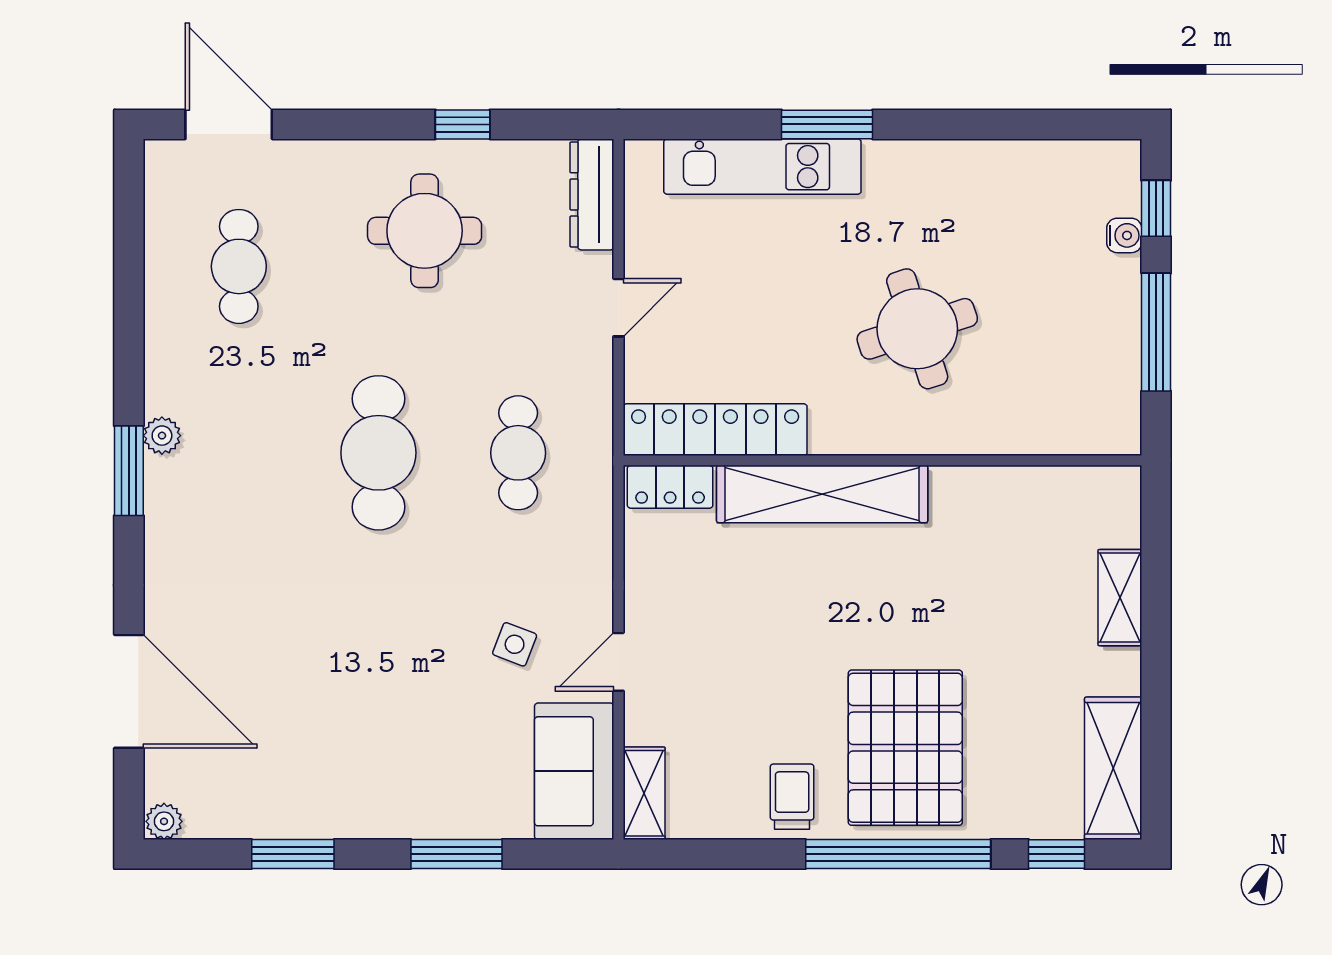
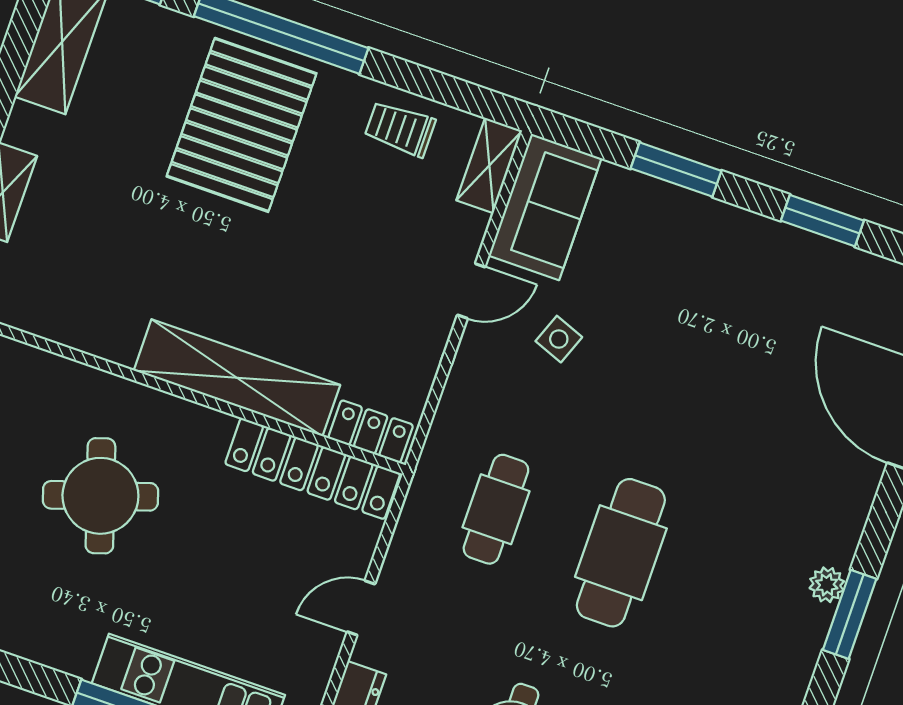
plant: (162, 436) -> (827, 585), moved
trolley: (792, 797) -> (400, 129), moved, turned 90

